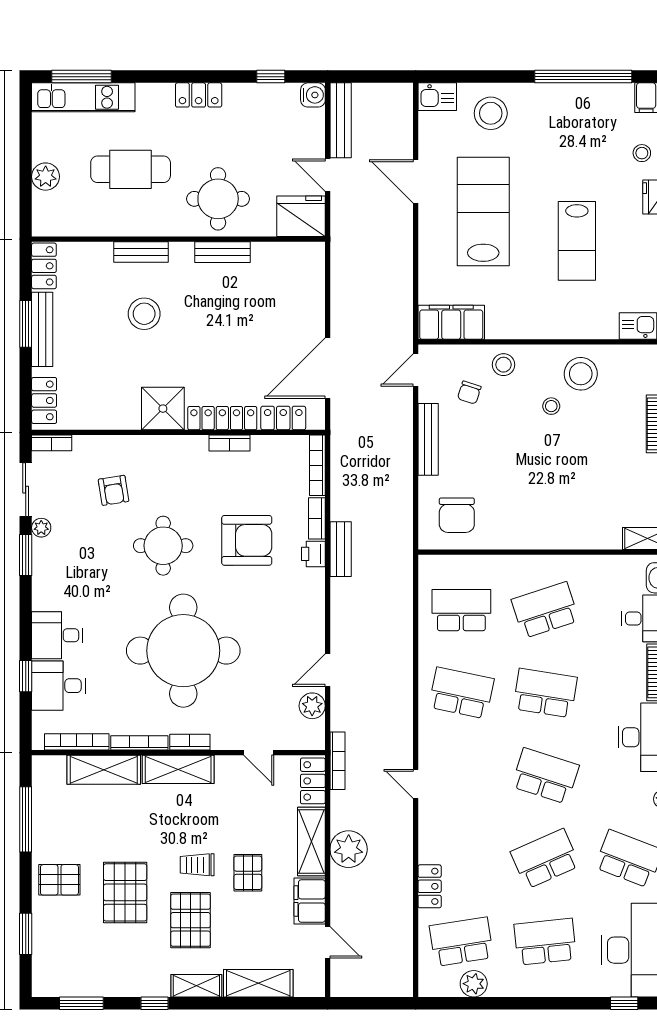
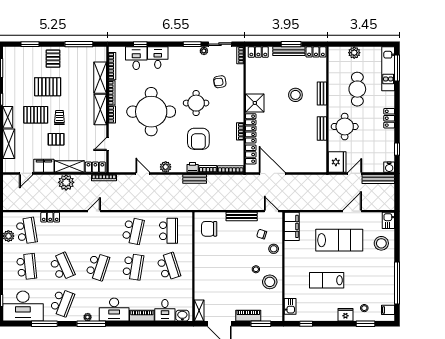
plant: (312, 706) -> (166, 167), moved

